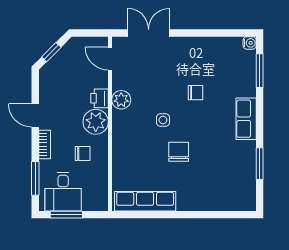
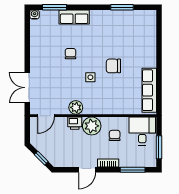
row of seats: (246, 119) -> (74, 17), moved
desk: (63, 192) -> (142, 131), moved, turned -90

